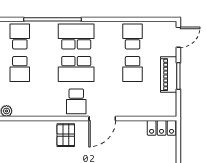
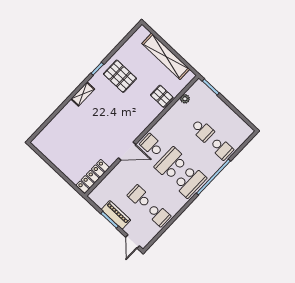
school desk: (20, 69) -> (202, 130), turned 180
door: (102, 119) -> (127, 151), swing flipped
locker: (162, 128) -> (93, 176), width x1.53
pallet: (66, 135) -> (162, 96), moved

